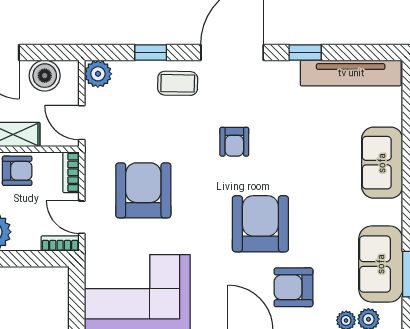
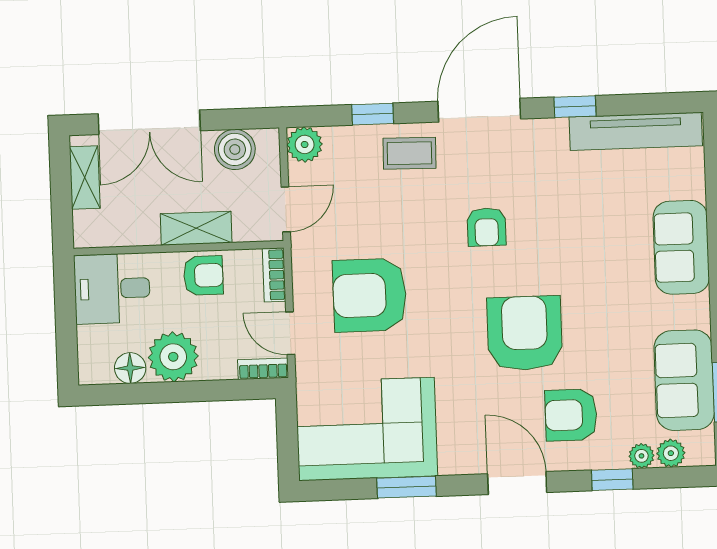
door: (82, 123) -> (286, 209), swing flipped
armchair: (143, 190) -> (370, 295), turned -90

